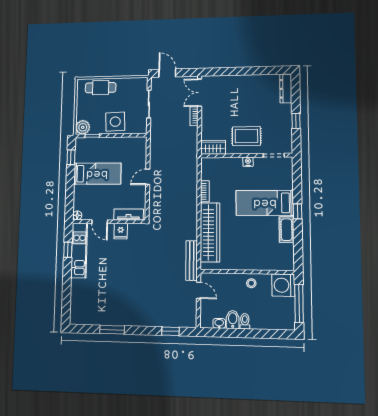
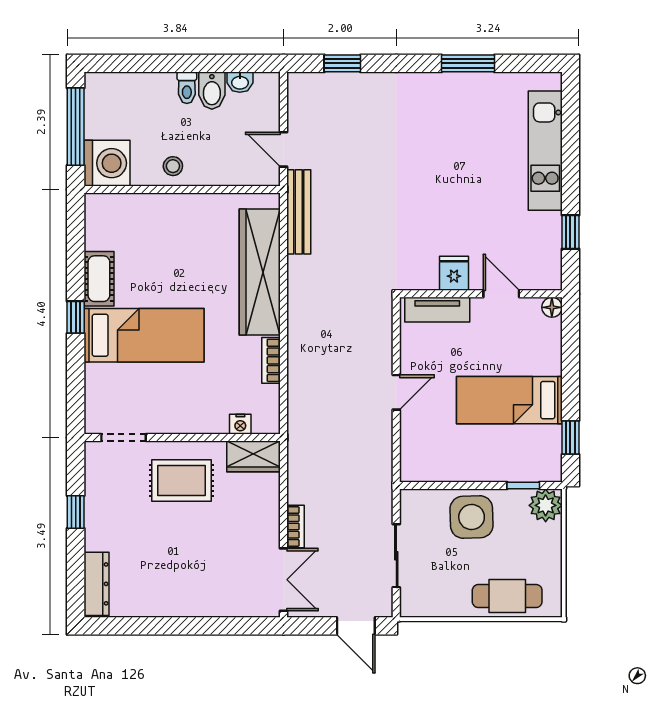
nightstand: (248, 162) -> (240, 424), moved
kitchen unit: (79, 250) -> (545, 151), moved

